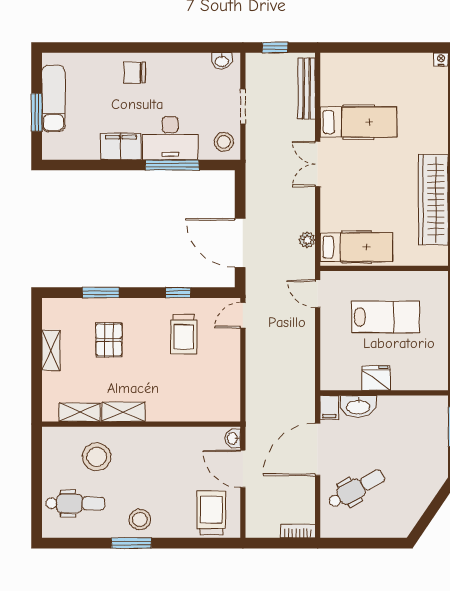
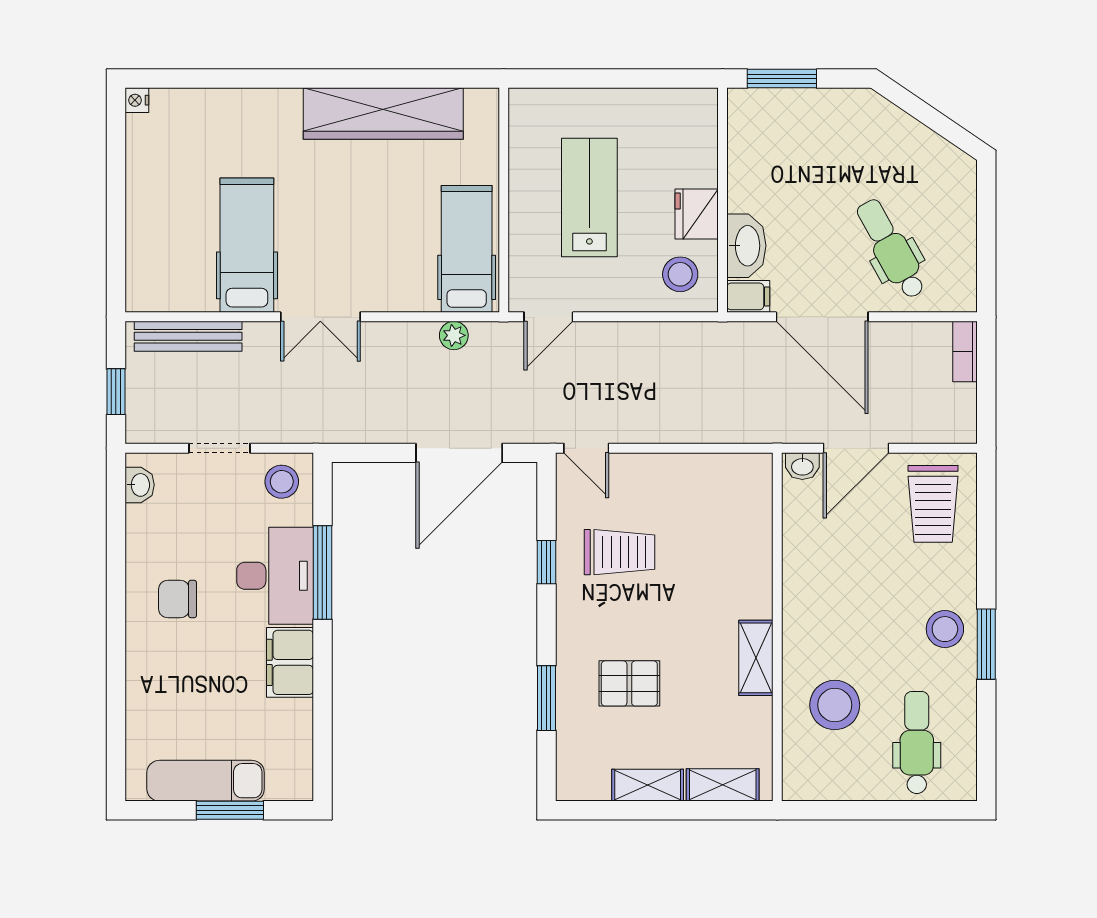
chair: (135, 73) -> (177, 599), moved, turned 90
stool: (342, 369) -> (680, 274), added
shelving: (80, 412) -> (723, 785), moved, turned 90
trolley: (211, 513) -> (933, 504), turned -90

